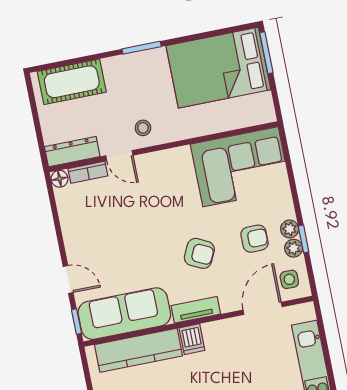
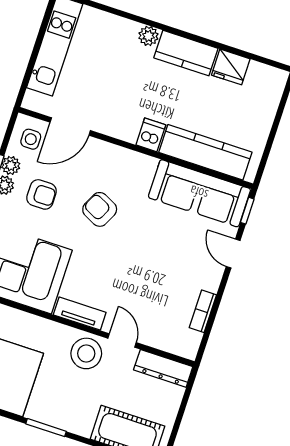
stool: (143, 128) -> (86, 353), width x1.89, depth x1.89
bookcase: (88, 172) -> (203, 311), moved, turned -90
floor lamp: (60, 179) -> (189, 350), removed
armchair: (254, 239) -> (42, 194), turned 180
tv unit: (196, 310) -> (80, 314), moved, turned 180

